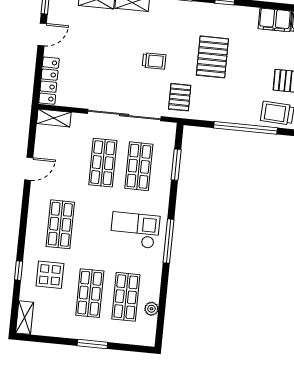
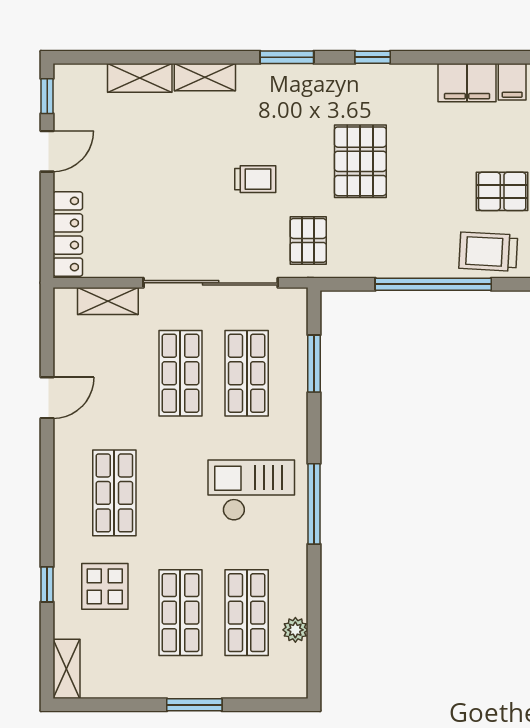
shelving: (54, 118) -> (108, 301), moved

